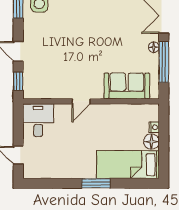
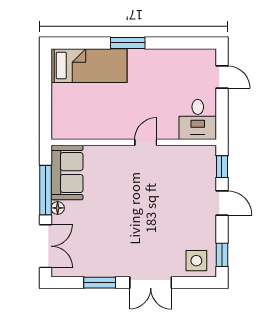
sofa: (127, 86) -> (67, 173), moved, turned -90
nightstand: (154, 127) -> (57, 111), removed
floor lamp: (151, 142) -> (61, 94), removed

